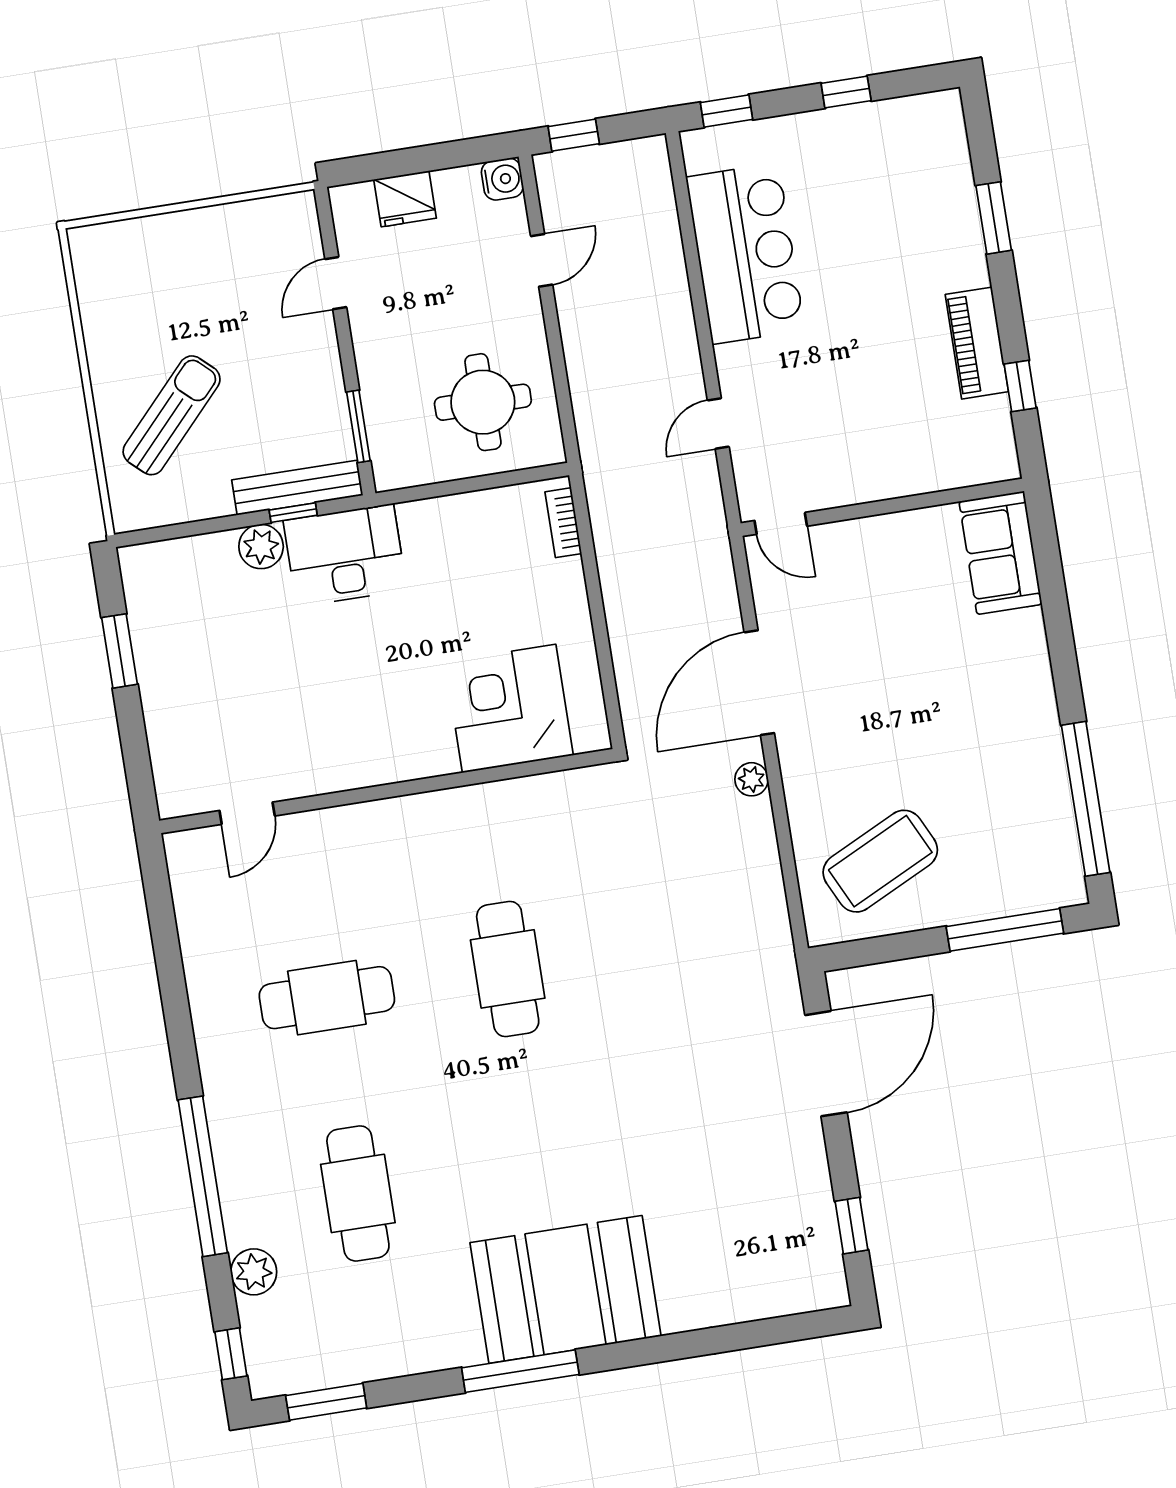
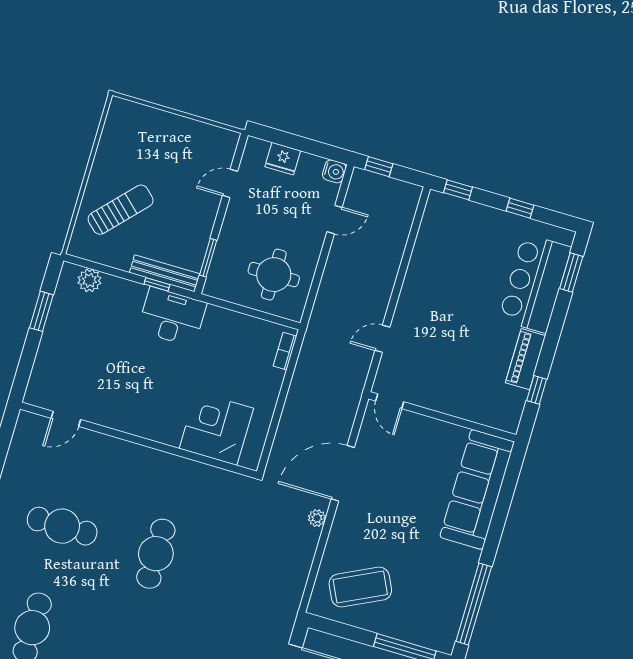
window: (994, 218) -> (571, 273), moved
bar counter: (745, 254) -> (535, 283), moved, turned 180
plant: (261, 547) -> (89, 280), moved
sofa: (1001, 553) -> (477, 489), width x1.85, depth x1.27

